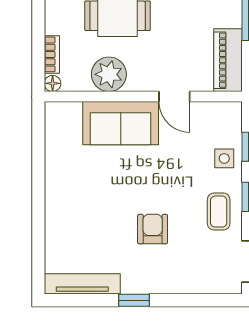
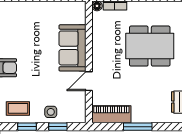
plant: (109, 74) -> (103, 41), removed

